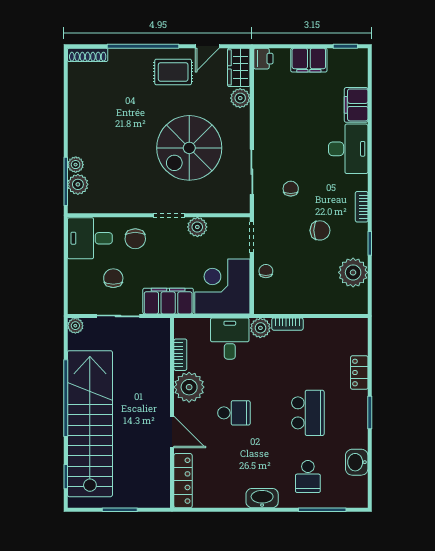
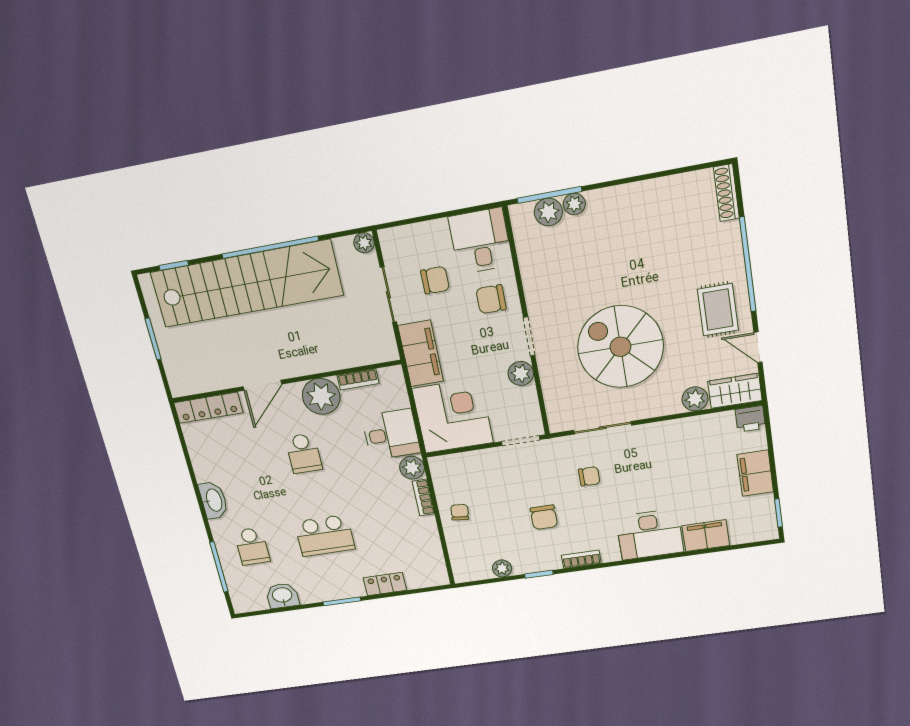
chair: (266, 271) -> (460, 512), moved, turned -84
plant: (353, 272) -> (502, 568), width x0.53, depth x0.53
school desk: (308, 477) -> (252, 546), turned -90

